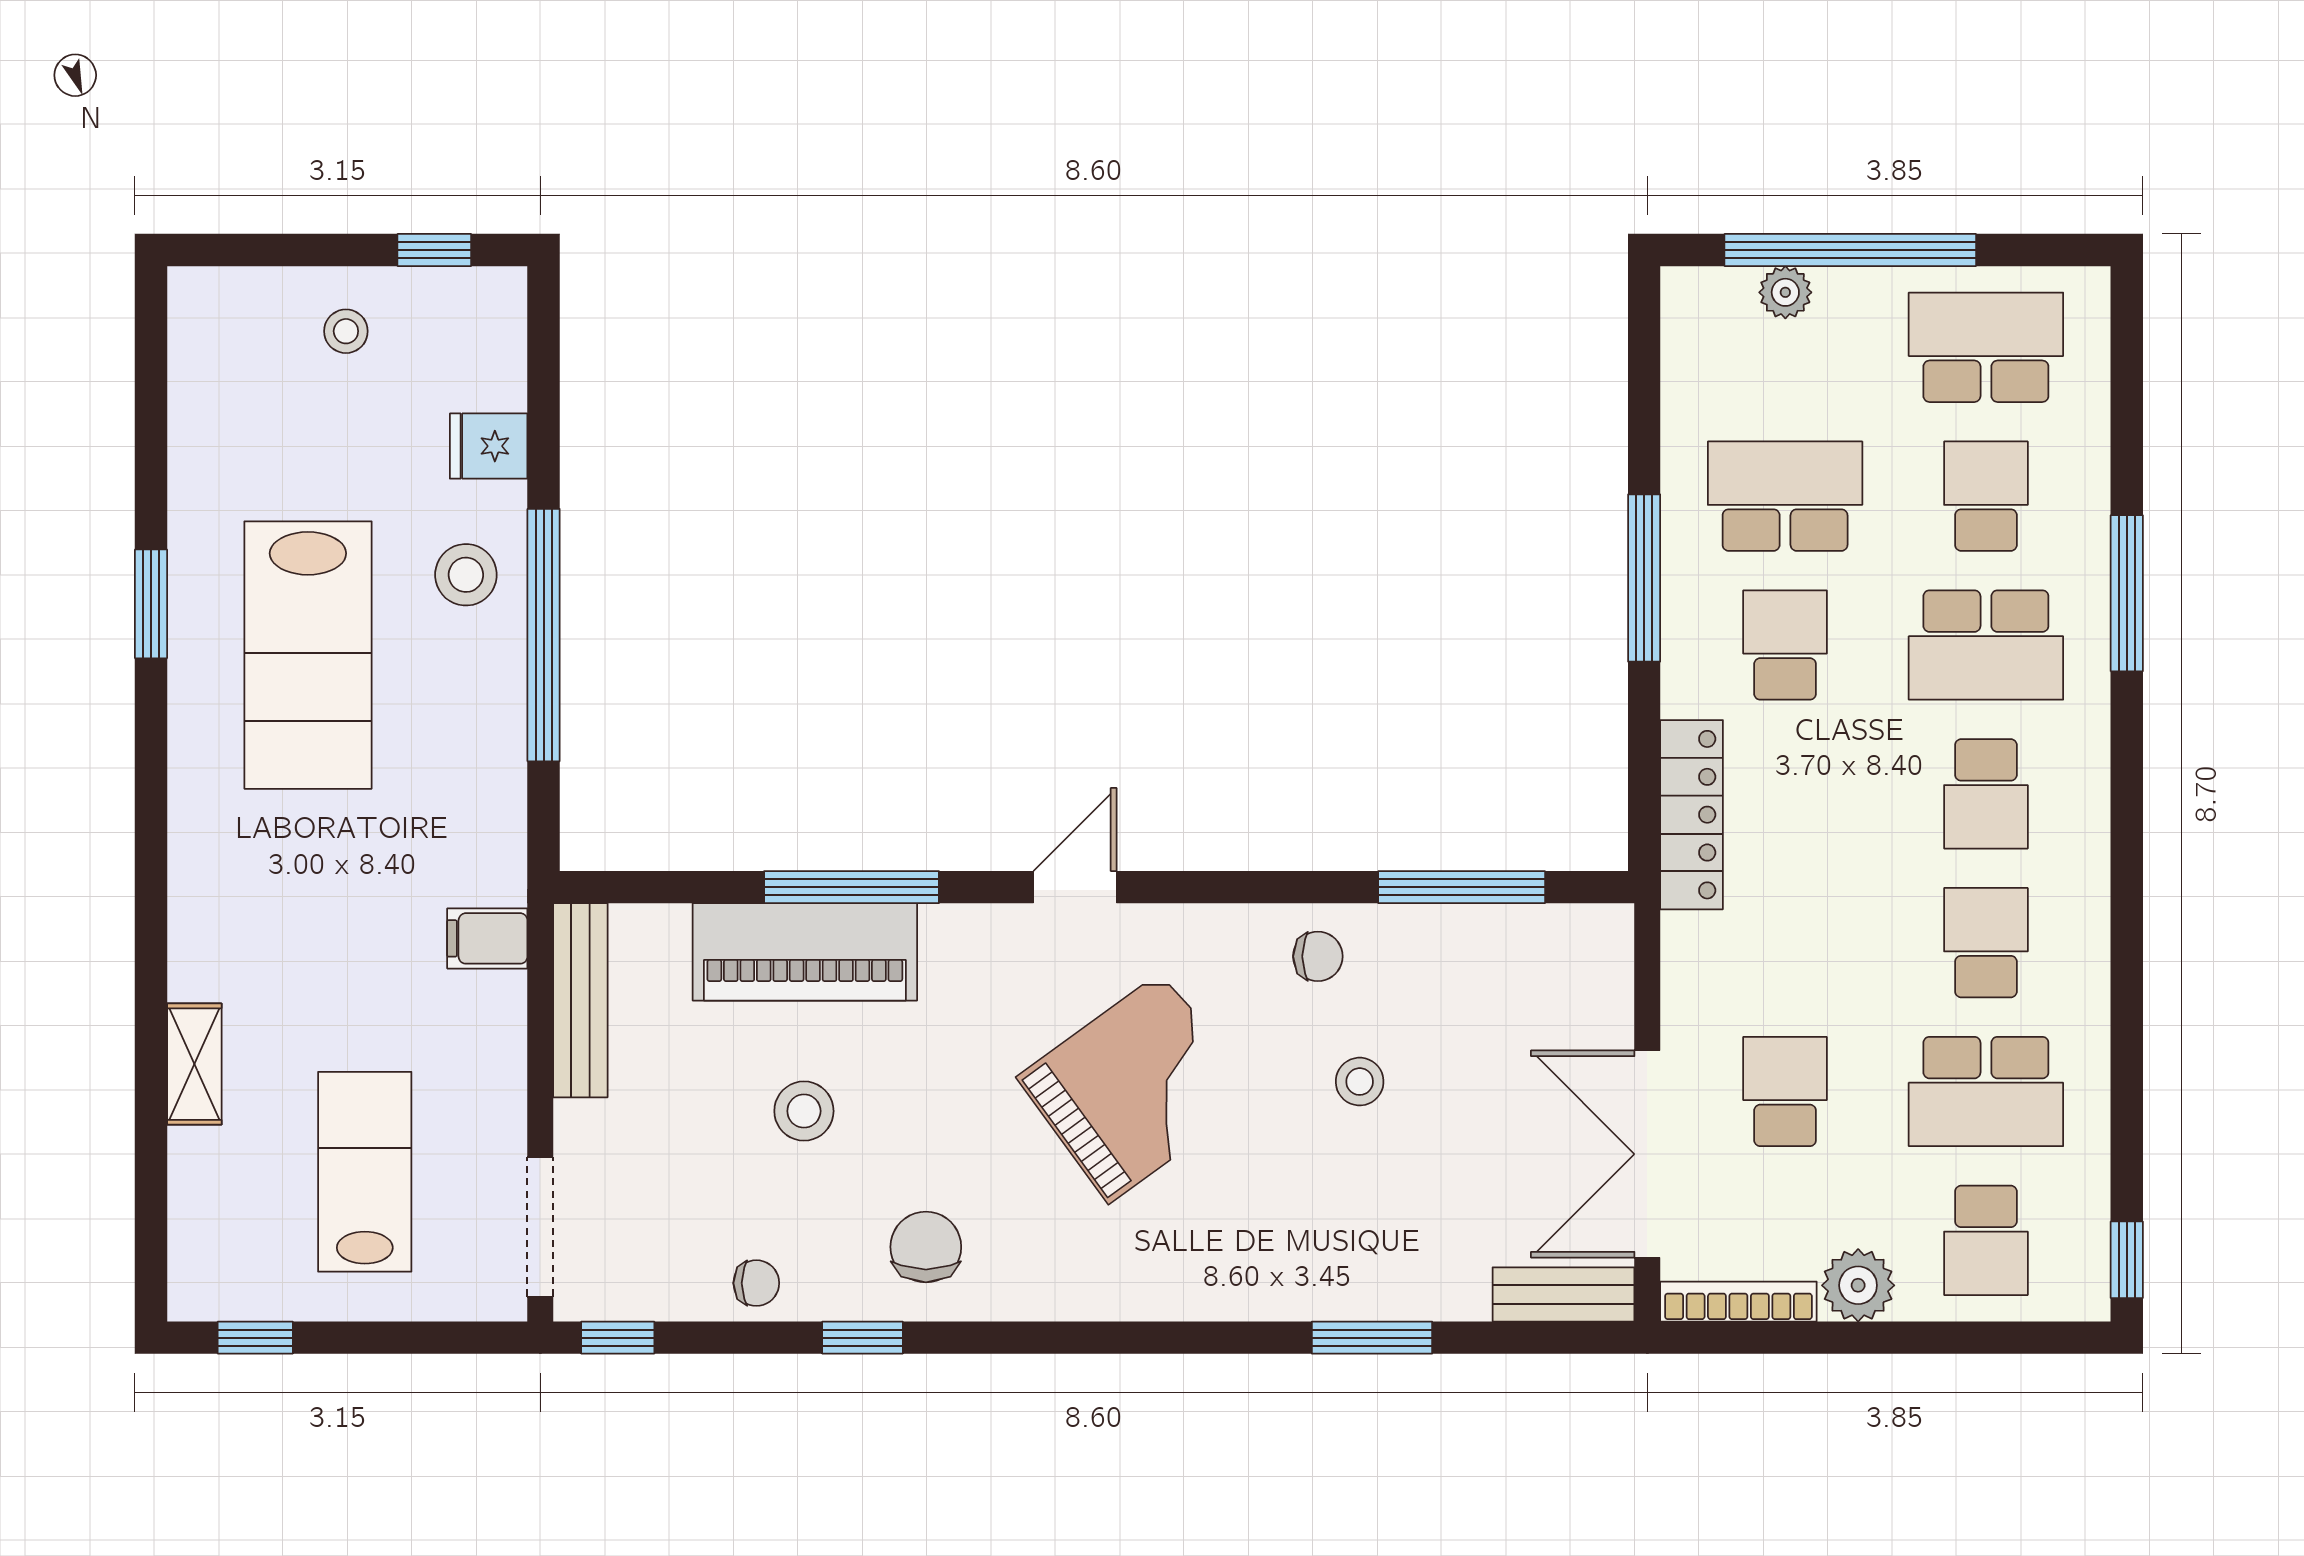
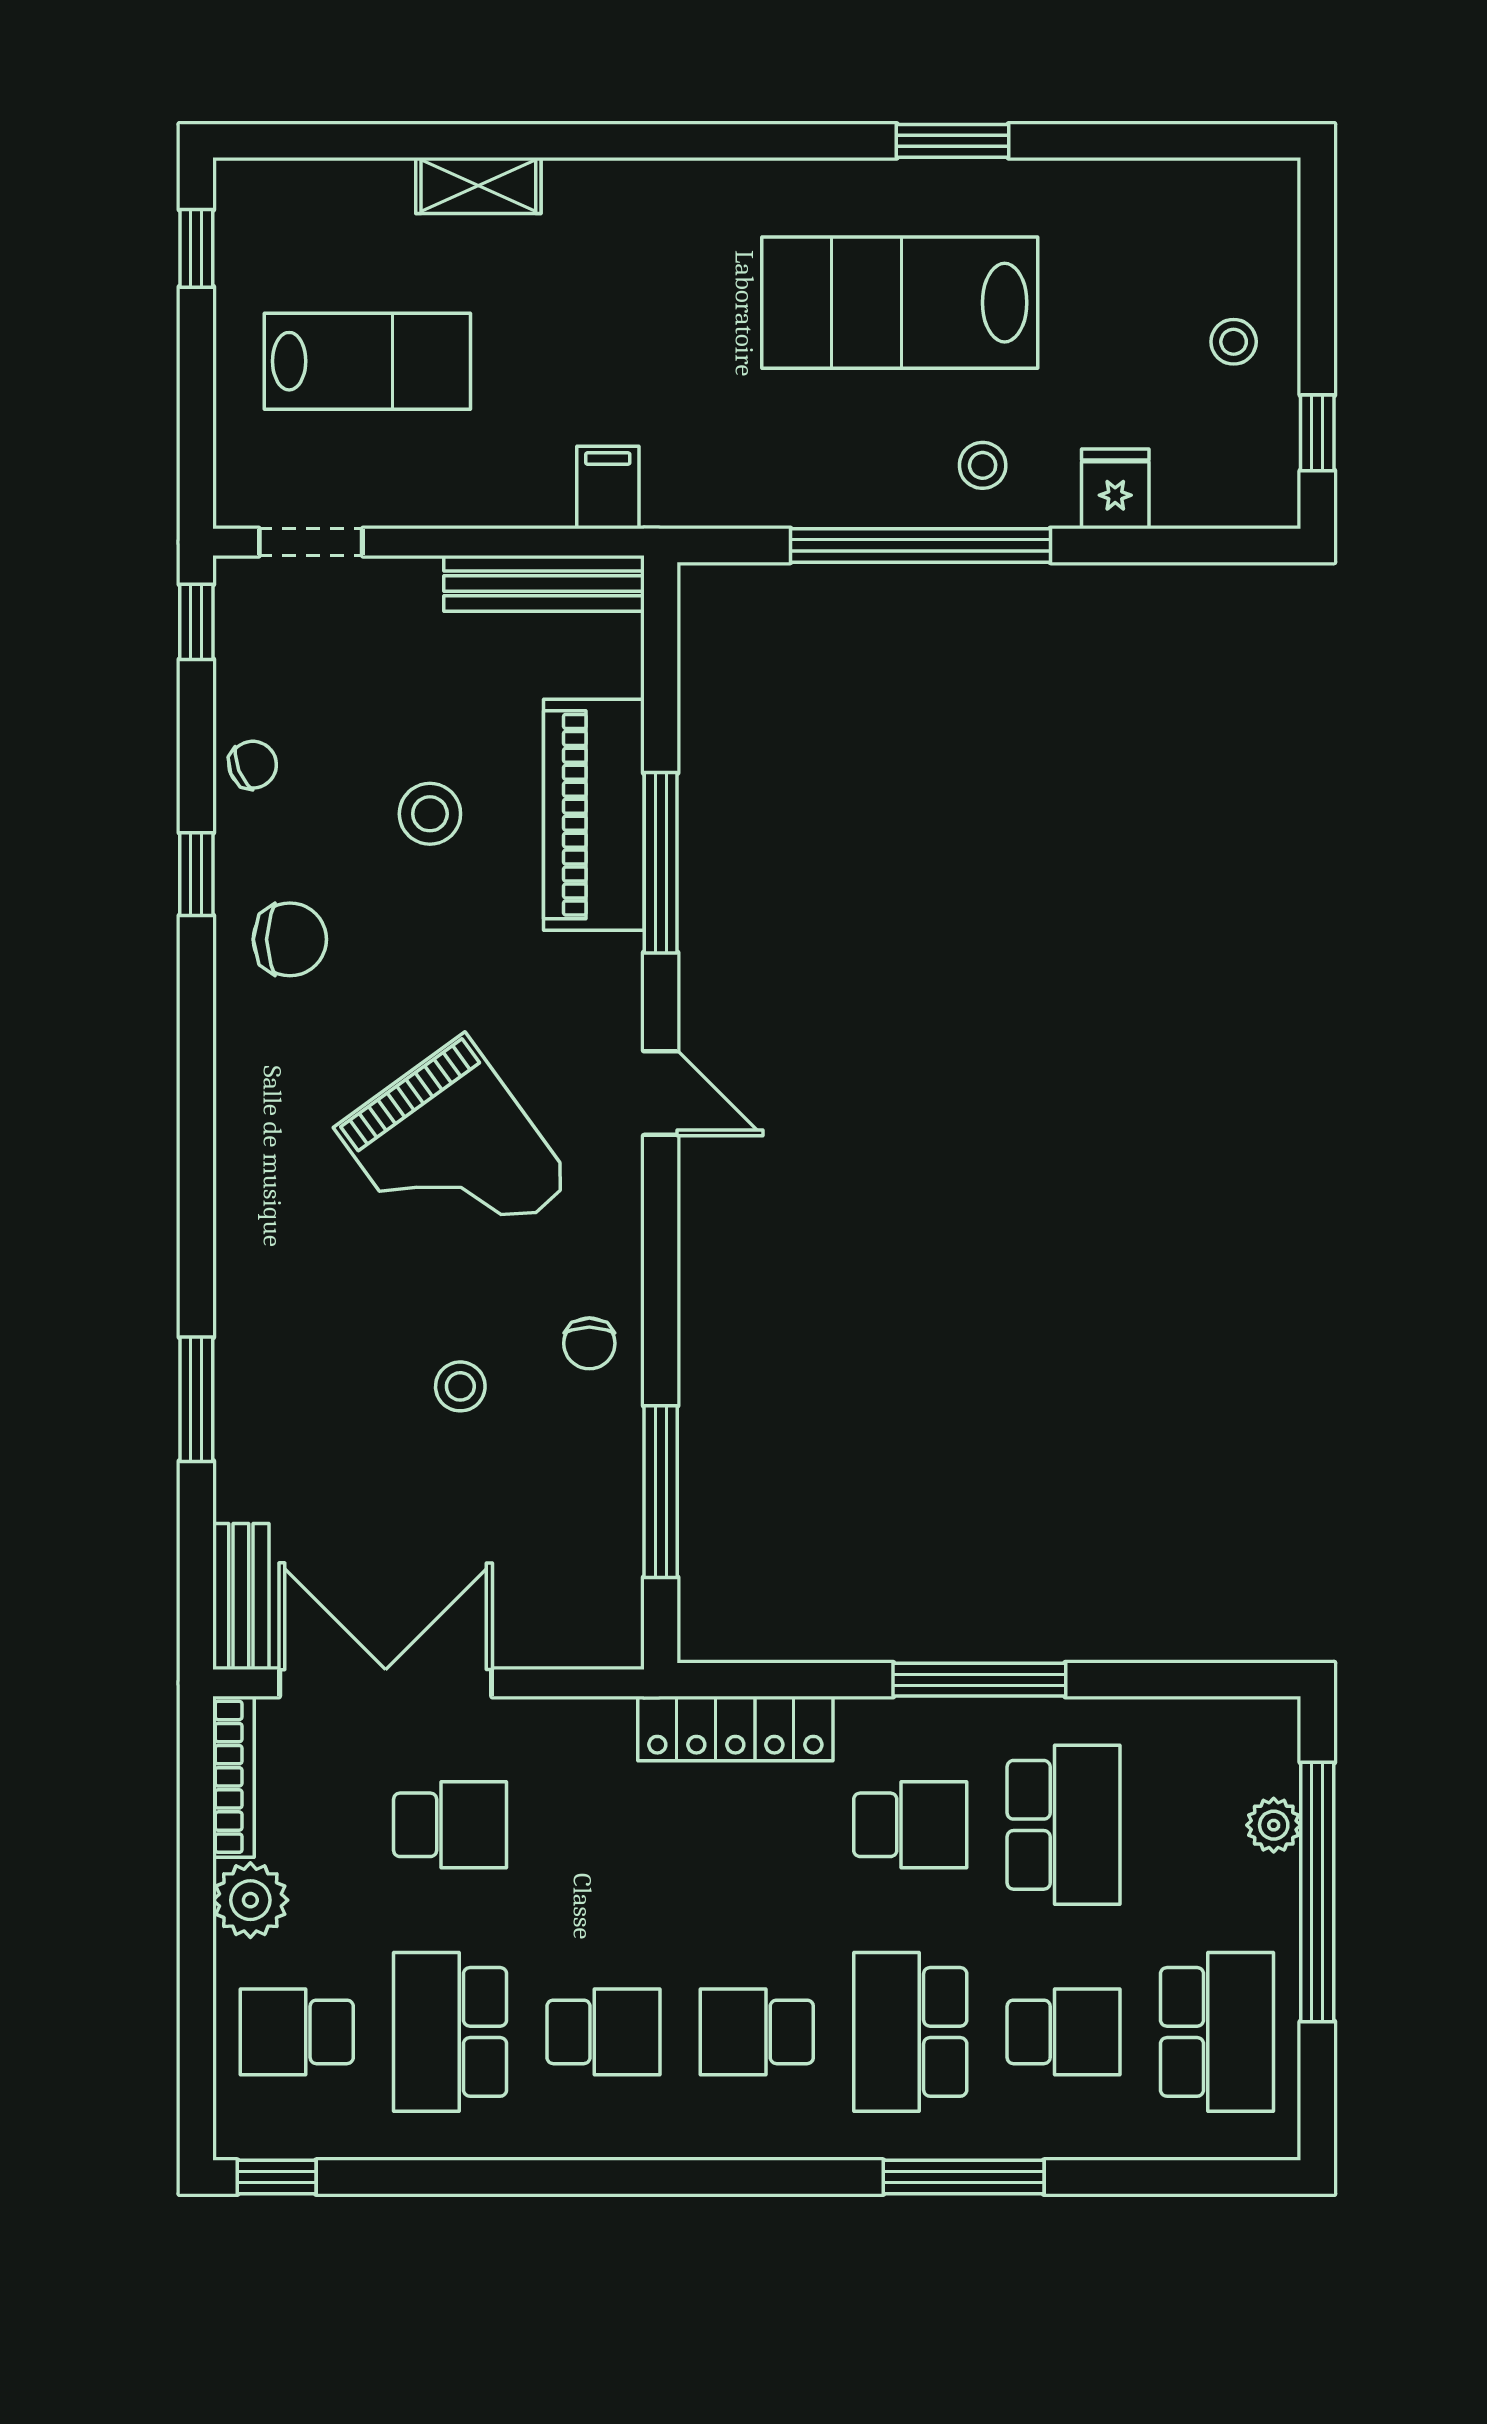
stool: (466, 575) -> (983, 465), width x0.73, depth x0.73
doorway: (540, 1227) -> (311, 542), width x0.73
chair: (756, 1283) -> (253, 765), turned -112

